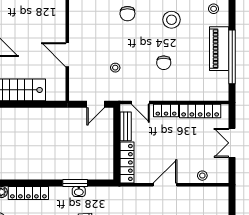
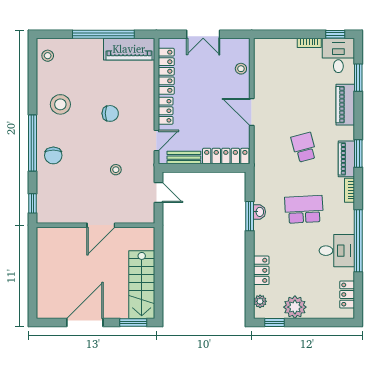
chair: (127, 14) -> (53, 155), turned 90
piano: (219, 49) -> (129, 49), moved
locker: (28, 193) -> (261, 270), width x0.66

